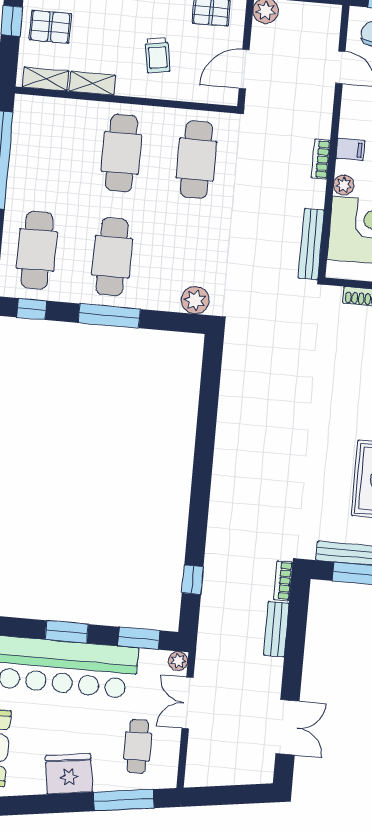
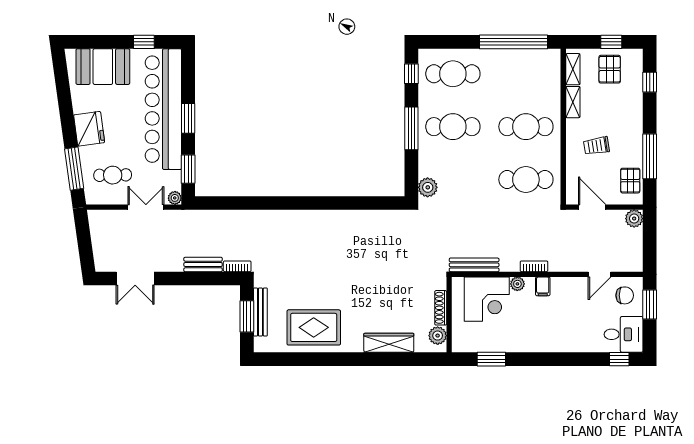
window: (193, 580) -> (232, 203), removed

